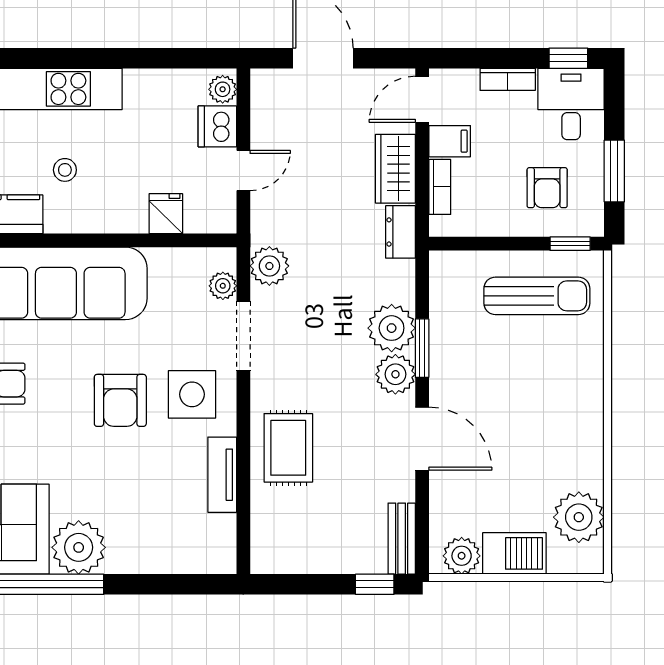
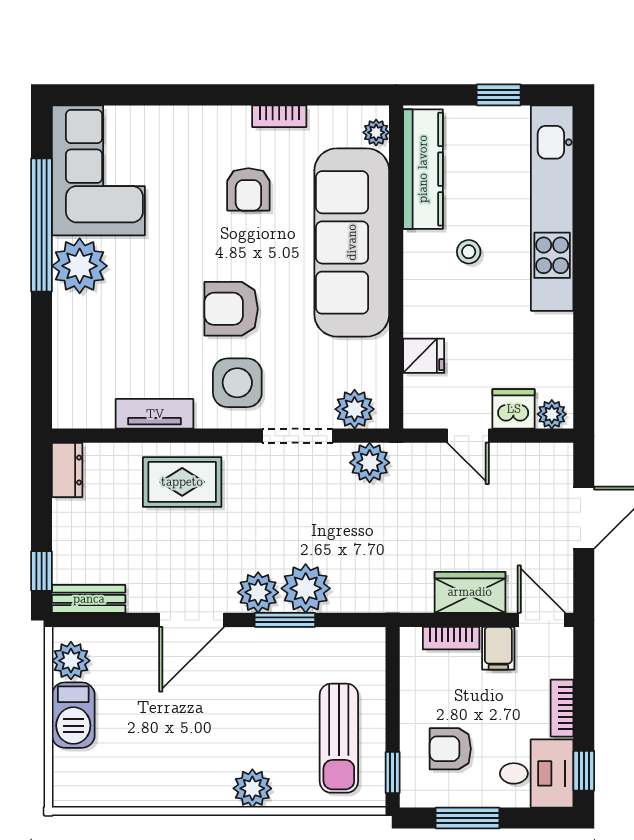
dresser: (400, 232) -> (67, 470), moved, turned 90
plant: (223, 286) -> (355, 409), width x1.38, depth x1.38
plant: (579, 517) -> (252, 788), moved, width x0.73, depth x0.73

